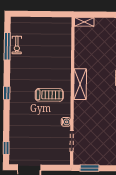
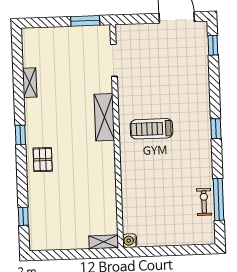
shelving: (80, 84) -> (104, 117), moved
water cooler: (66, 122) -> (130, 241), moved

